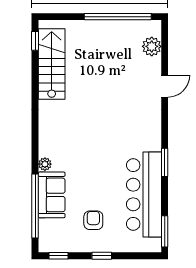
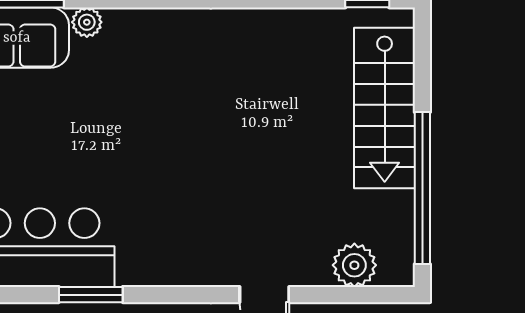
stairs: (52, 64) -> (385, 108), moved, turned 90

